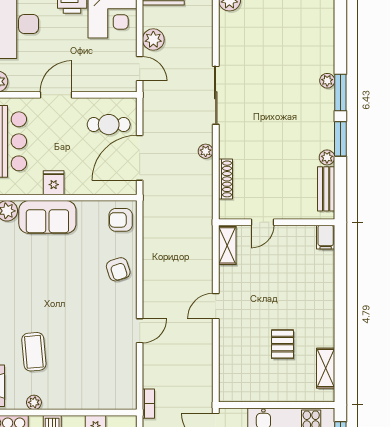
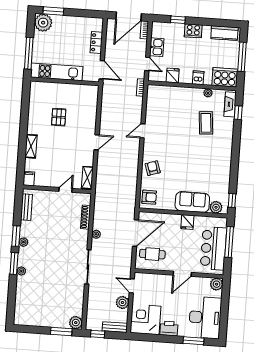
plant: (327, 157) -> (23, 242), moved
shelving: (326, 368) -> (31, 146), moved

